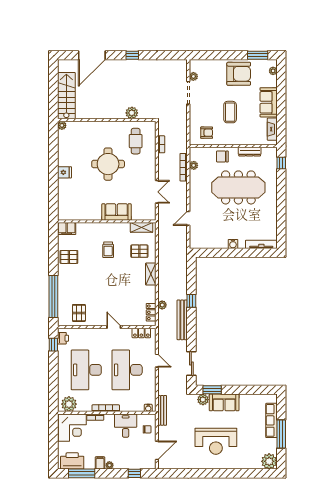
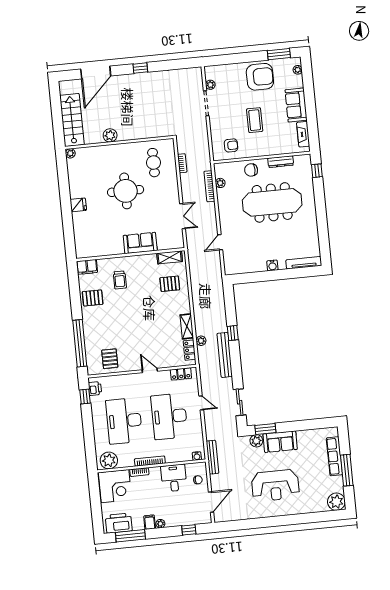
plant: (132, 113) -> (110, 135), moved
trolley: (108, 250) -> (120, 280), moved
shelving: (151, 274) -> (187, 326), moved

